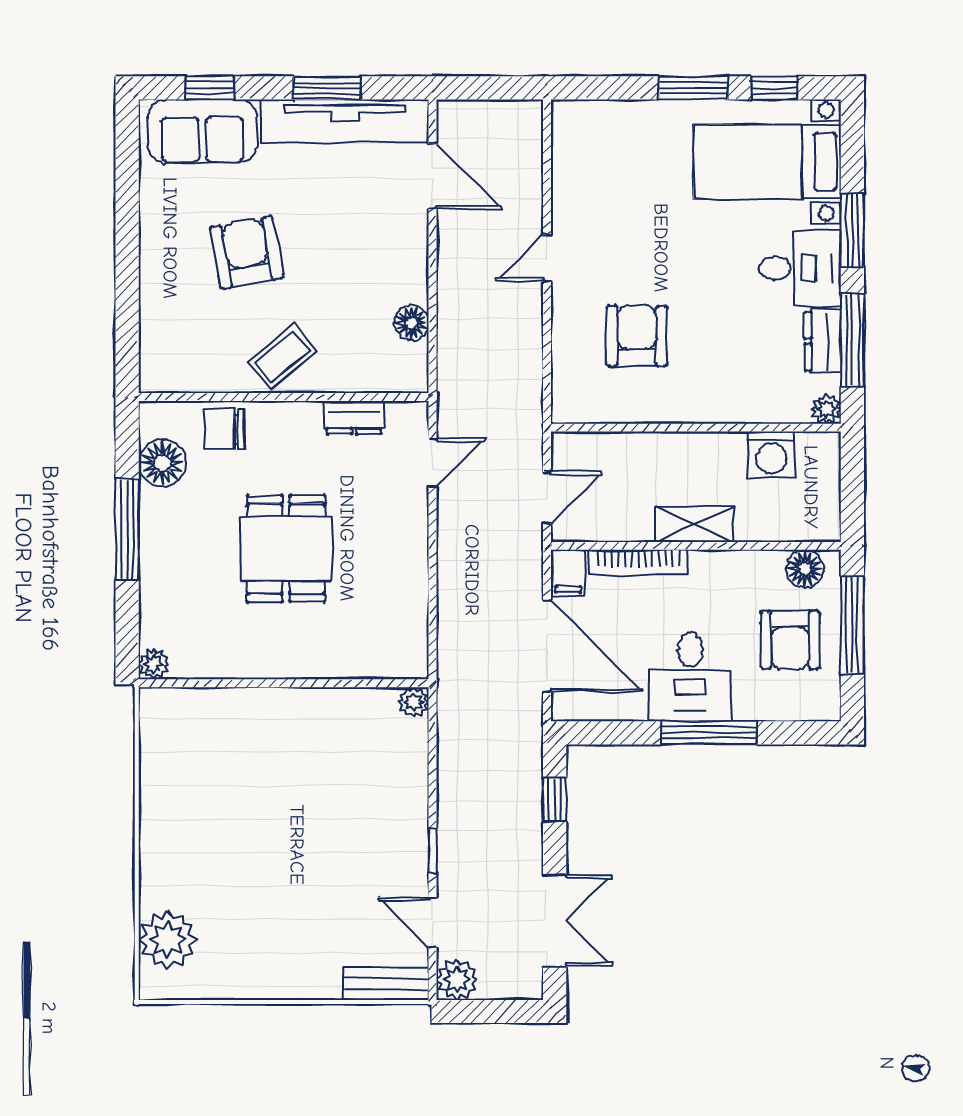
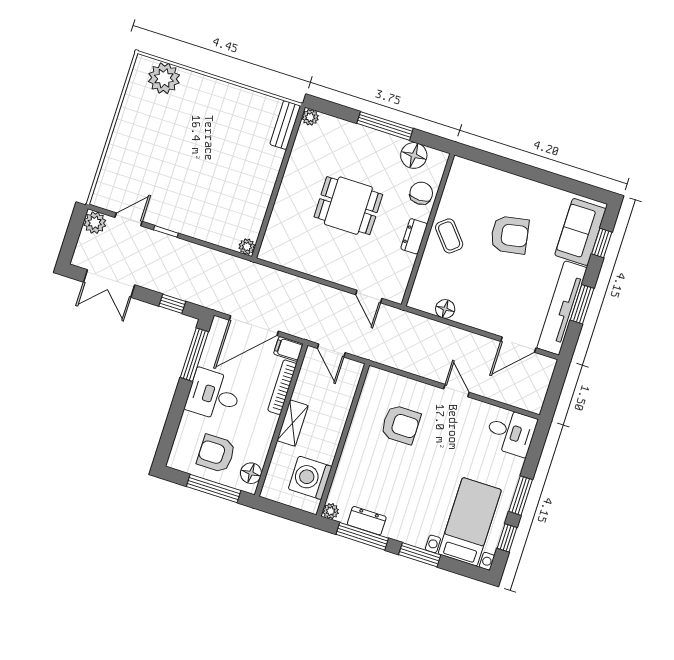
desk: (800, 268) -> (511, 432), moved, turned -90
dresser: (354, 418) -> (414, 236), moved
washing machine: (771, 455) -> (310, 478), width x1.37, depth x1.37
window: (709, 733) -> (194, 355), moved
bench: (386, 984) -> (285, 125), moved

